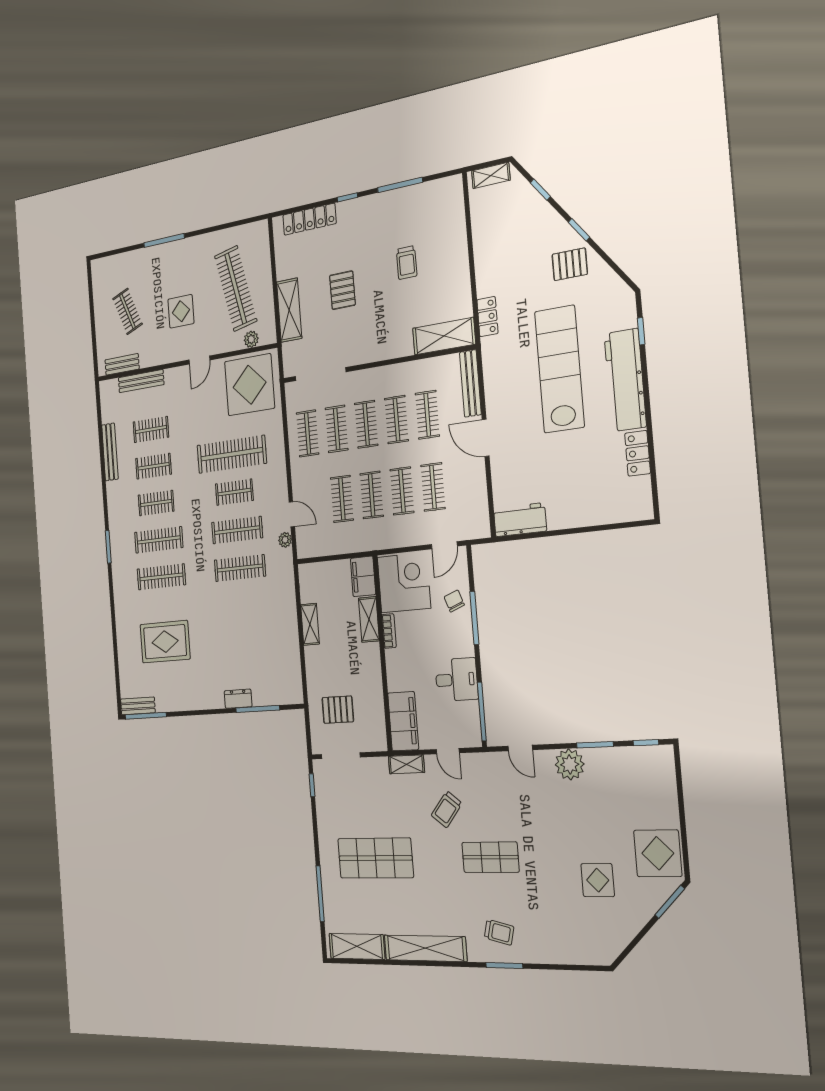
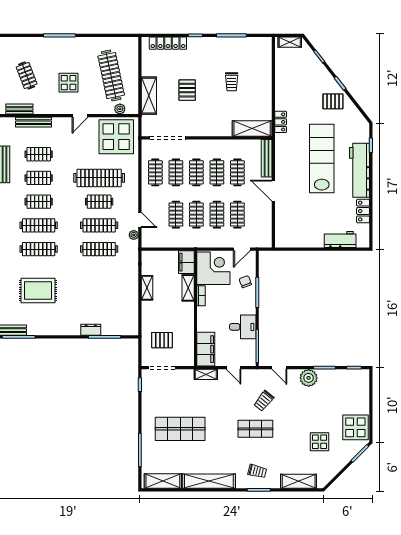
workbench: (520, 520) -> (340, 239), moved
trolley: (447, 809) -> (264, 401), moved
shelving: (568, 952) -> (299, 481), added

